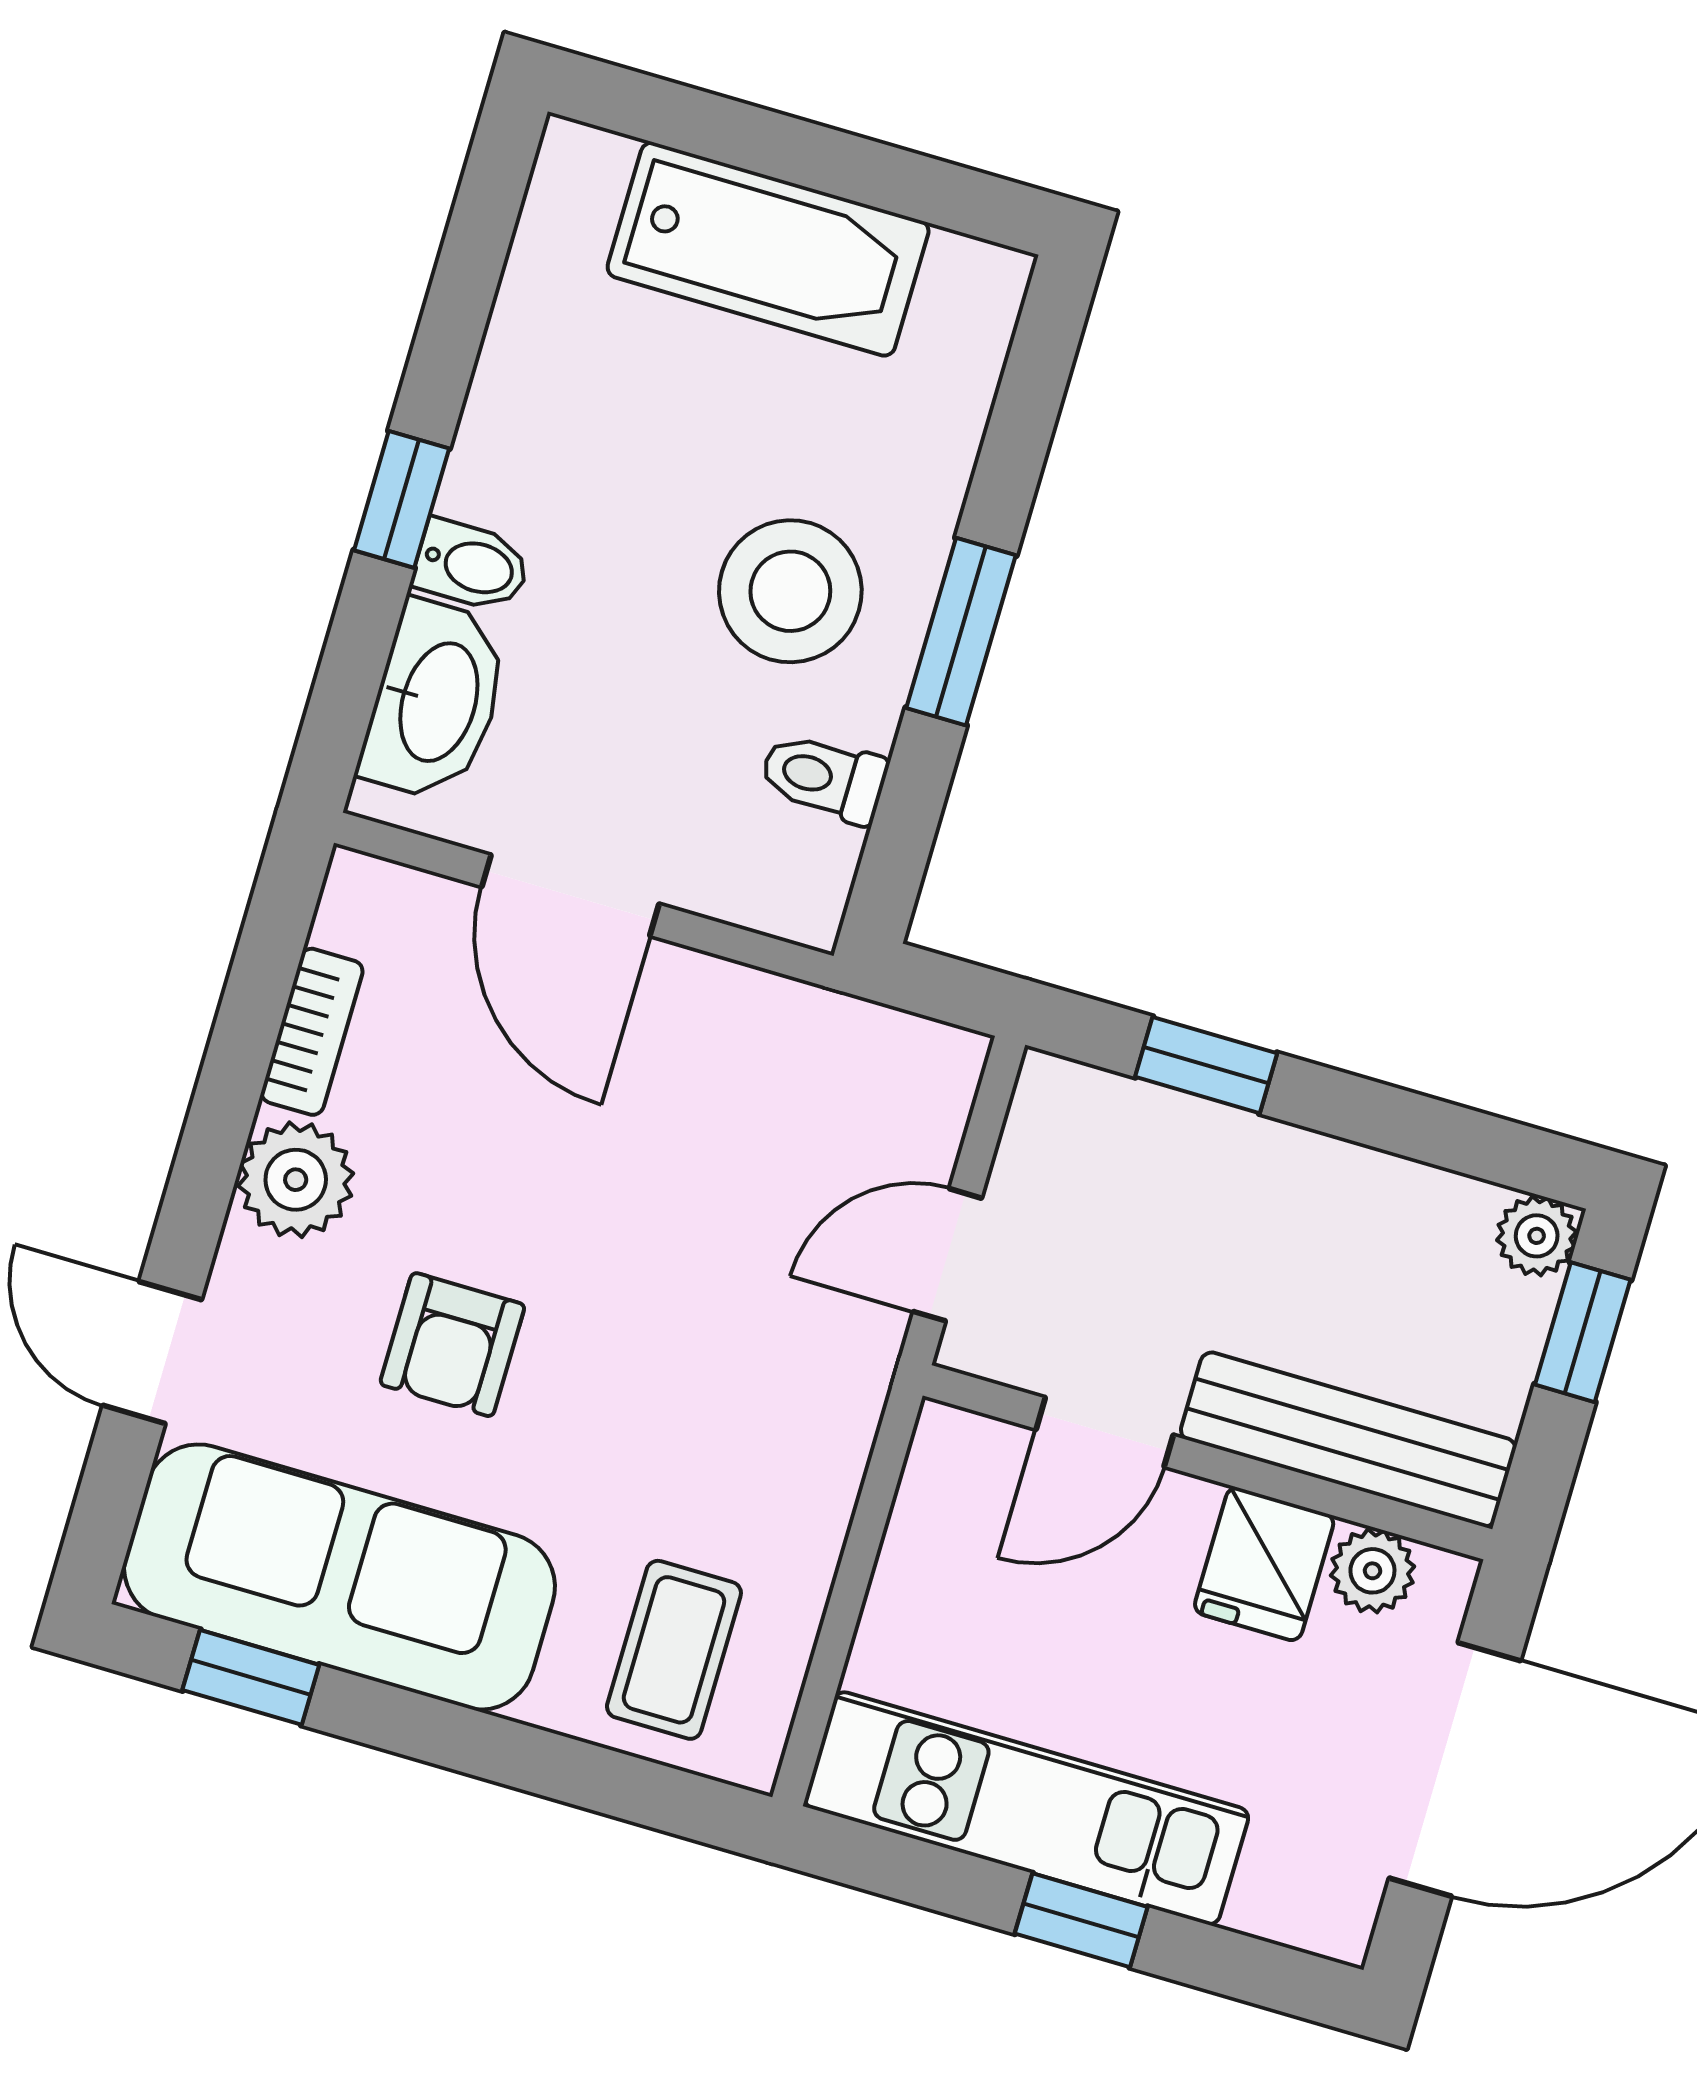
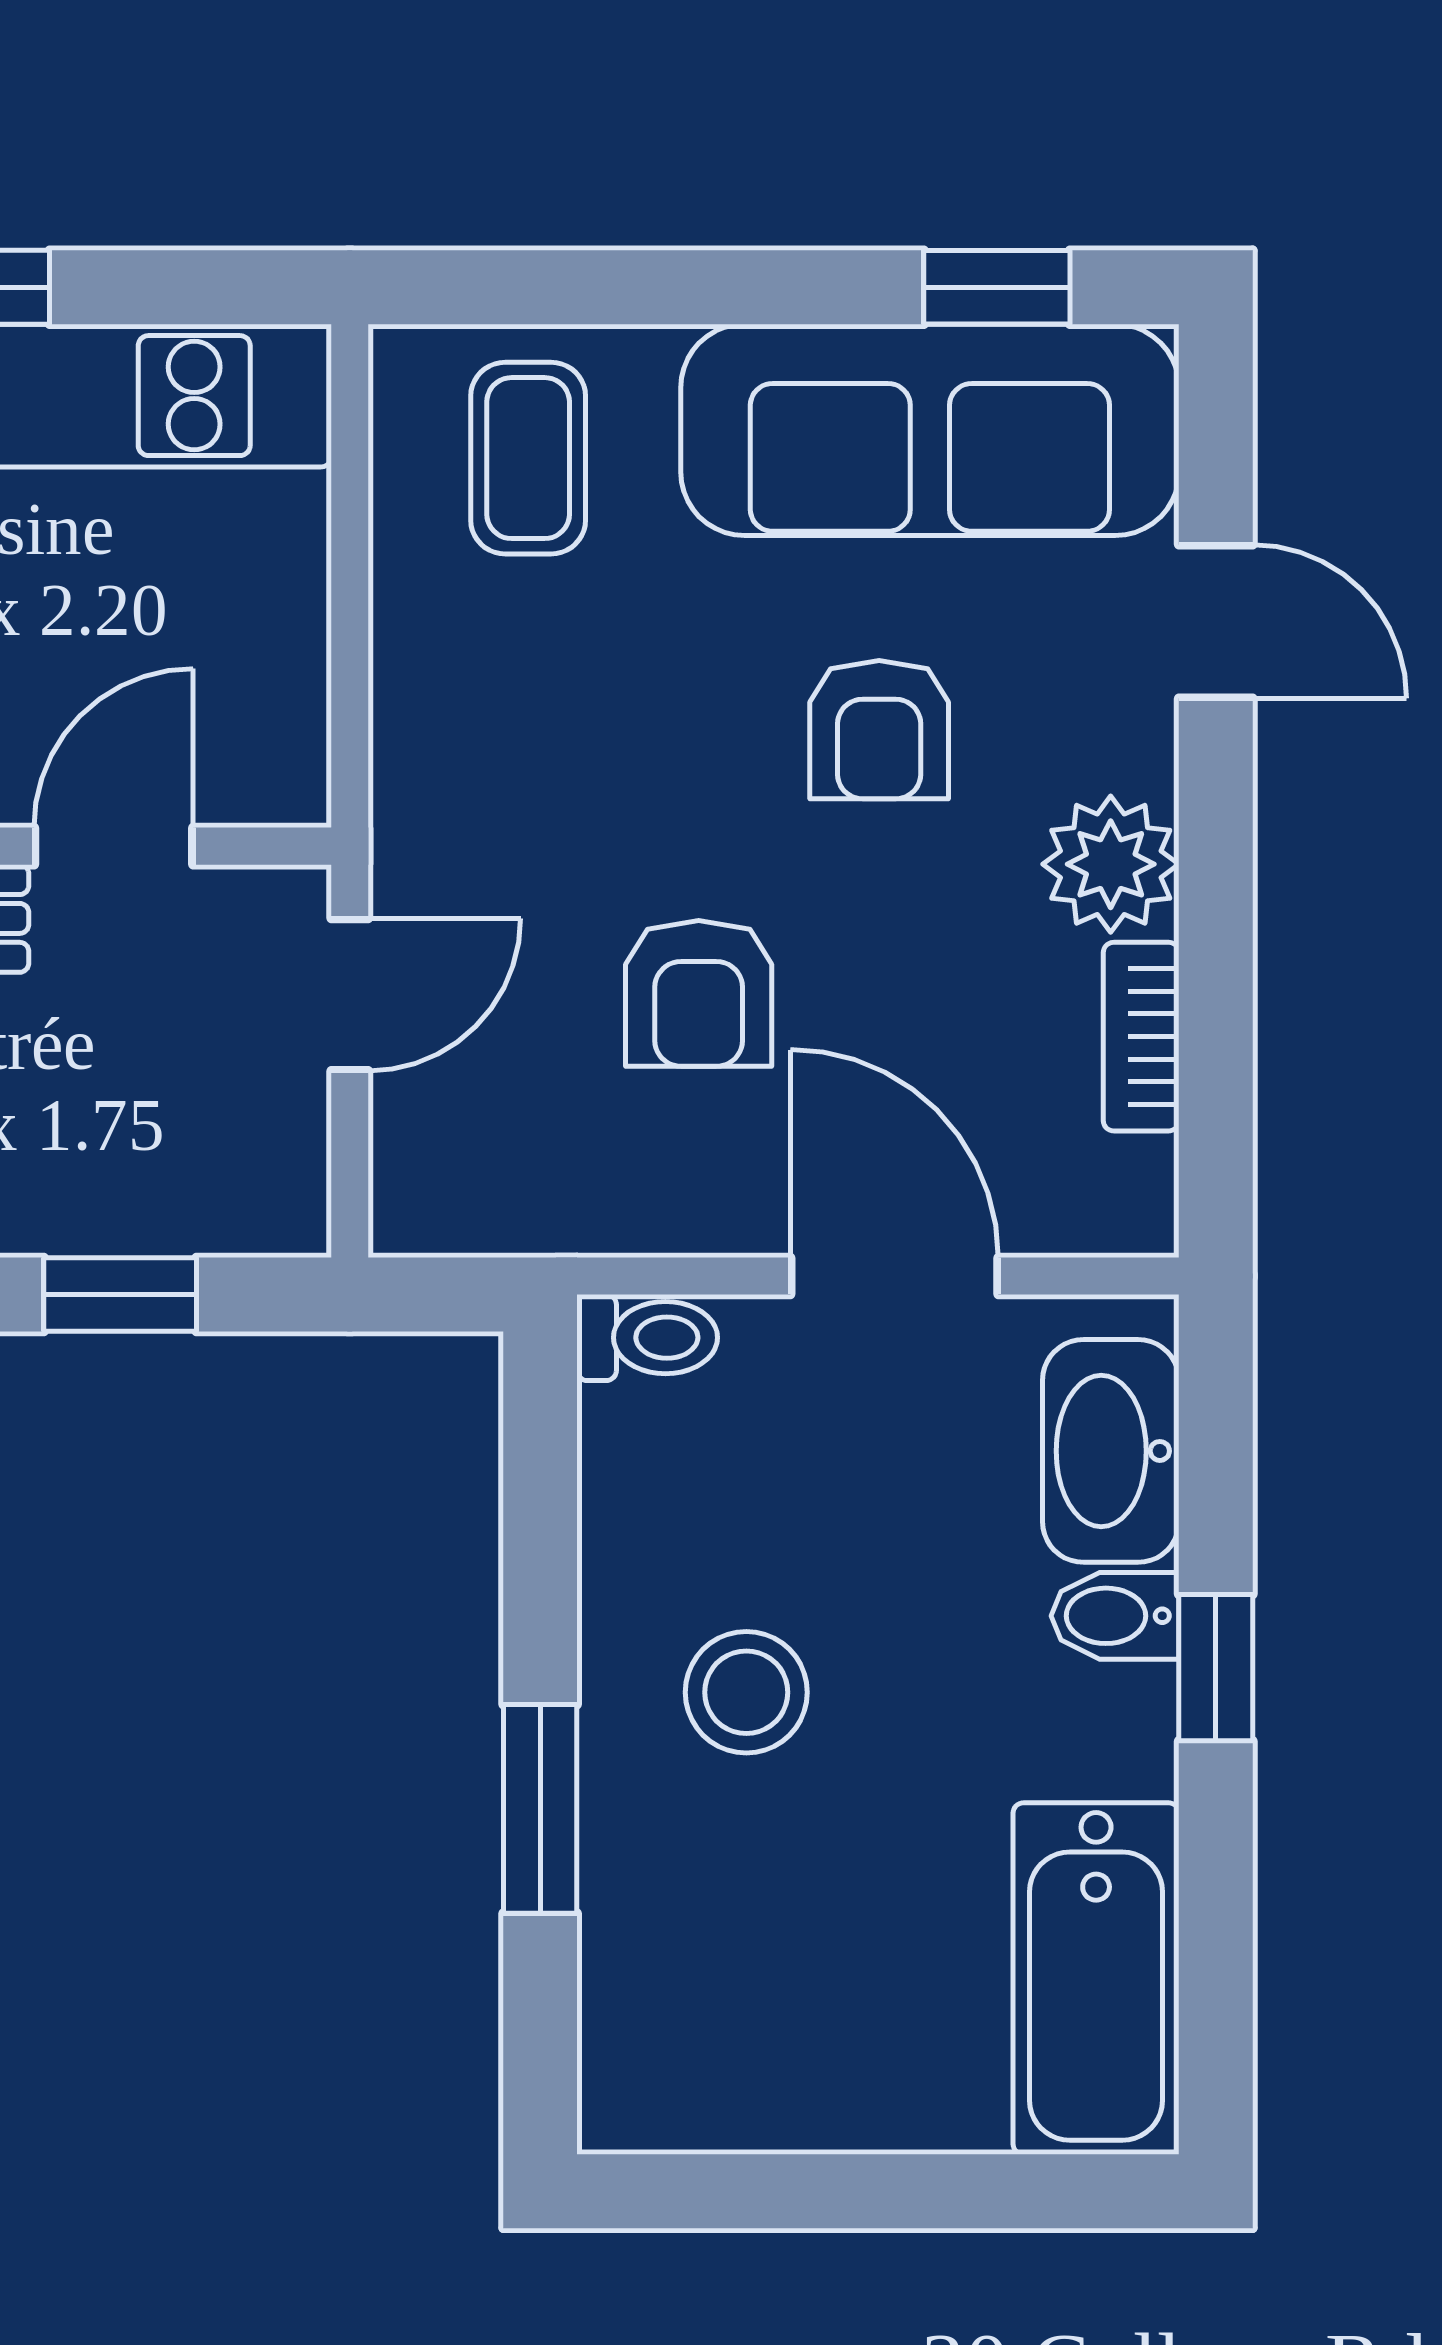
bathtub: (768, 249) -> (1096, 1979), moved, turned -90
stool: (790, 591) -> (746, 1692), width x0.73, depth x0.73
window: (961, 632) -> (540, 1809), moved
toilet: (824, 778) -> (647, 1338), moved
armchair: (663, 1173) -> (699, 993), added
armchair: (452, 1345) -> (879, 730), turned 180

